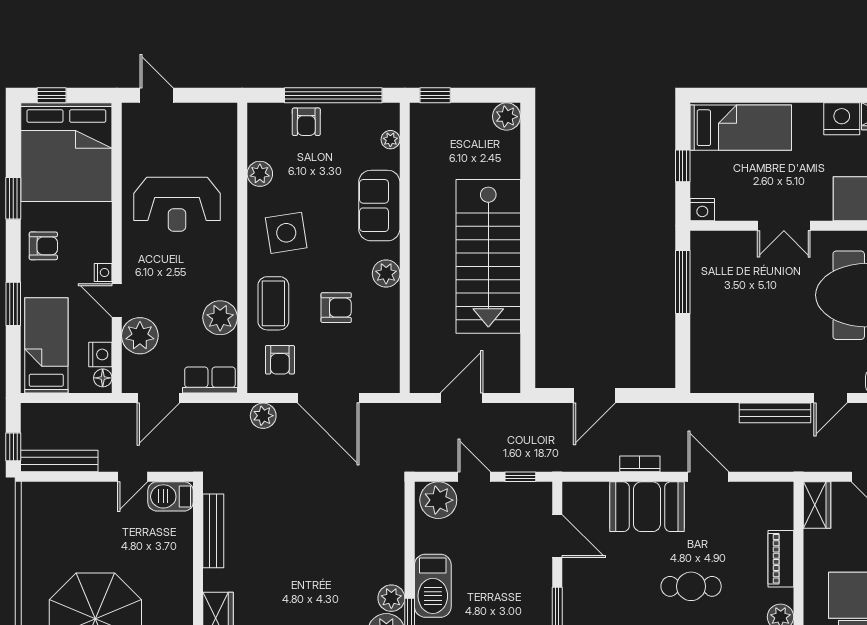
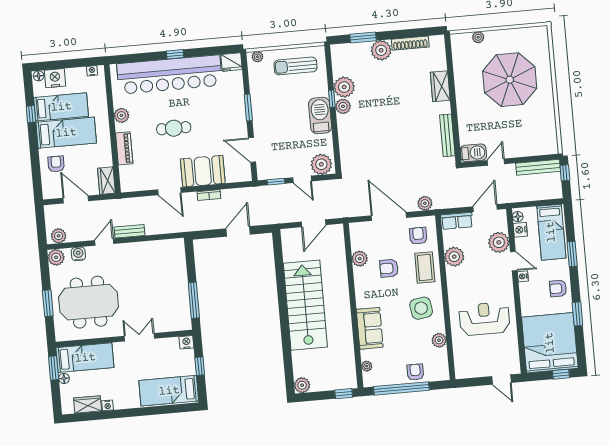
nightstand: (842, 119) -> (108, 405), width x0.53, depth x0.56
plant: (386, 274) -> (360, 259), moved
bench: (775, 413) -> (129, 231), width x0.73

